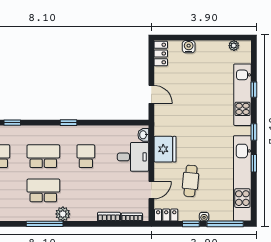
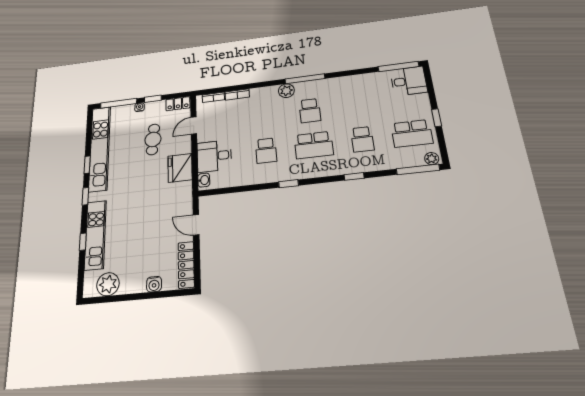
plant: (234, 46) -> (108, 284), width x1.87, depth x1.87
locker: (161, 53) -> (186, 265), width x1.53
school desk: (43, 190) -> (310, 111), width x0.54

